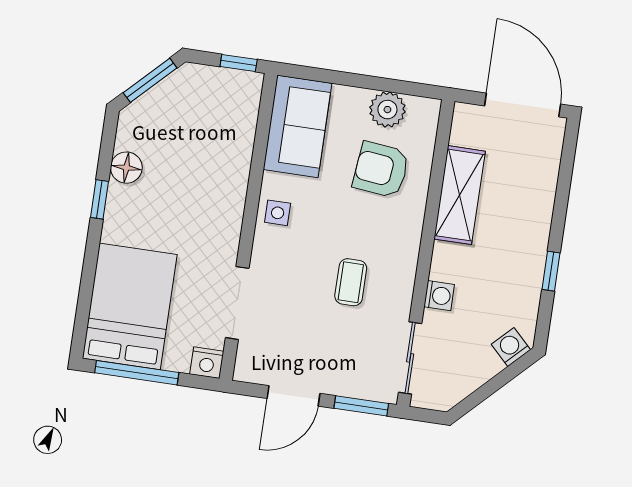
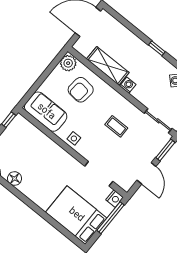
plant: (387, 110) -> (68, 63), moved
floor lamp: (126, 168) -> (15, 179), moved
window: (99, 199) -> (29, 203), removed
washing machine: (439, 296) -> (128, 85), moved
window: (137, 373) -> (110, 218), moved

